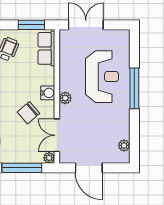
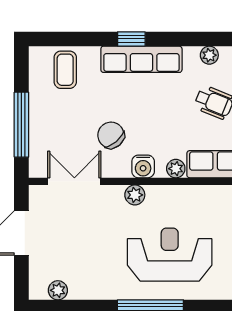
reception desk: (102, 77) -> (170, 255), turned 180
plant: (49, 158) -> (176, 169), moved

